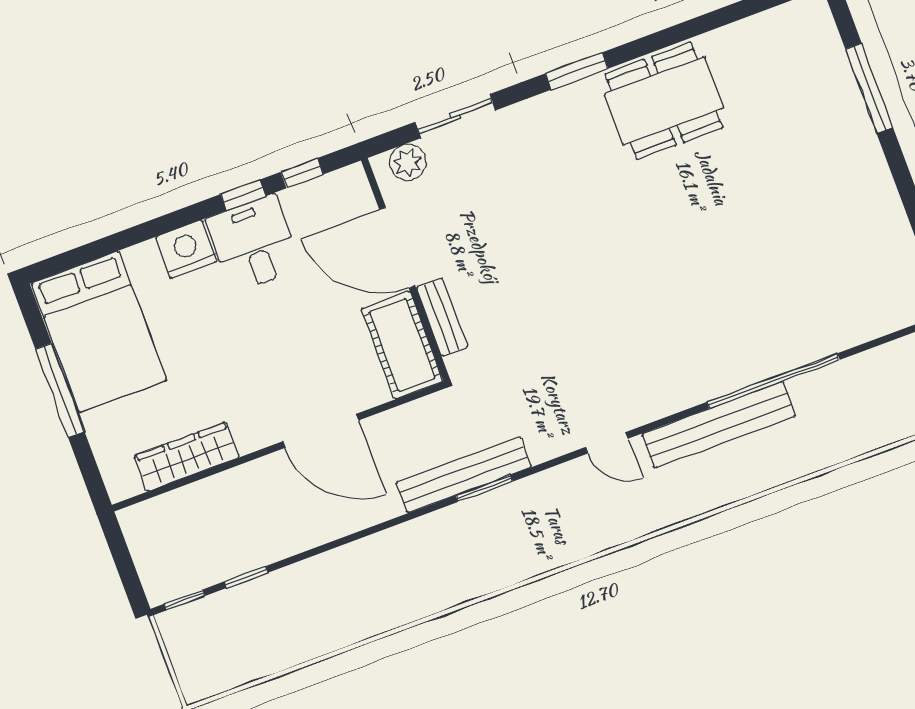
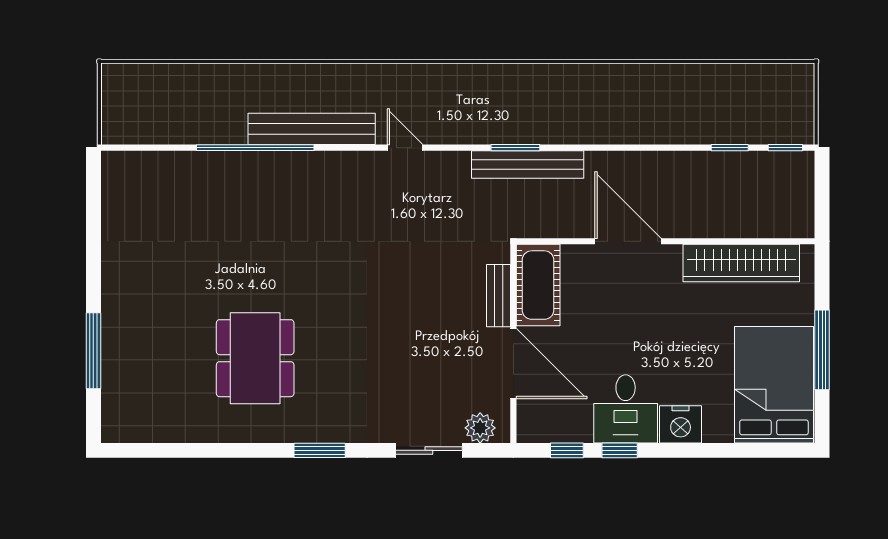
dining table: (664, 101) -> (255, 358), moved, turned 90
wardrobe: (187, 457) -> (741, 263), width x1.40, depth x1.17

